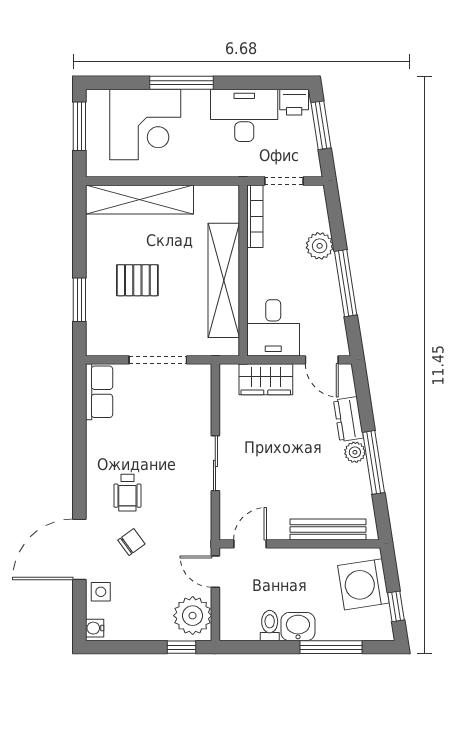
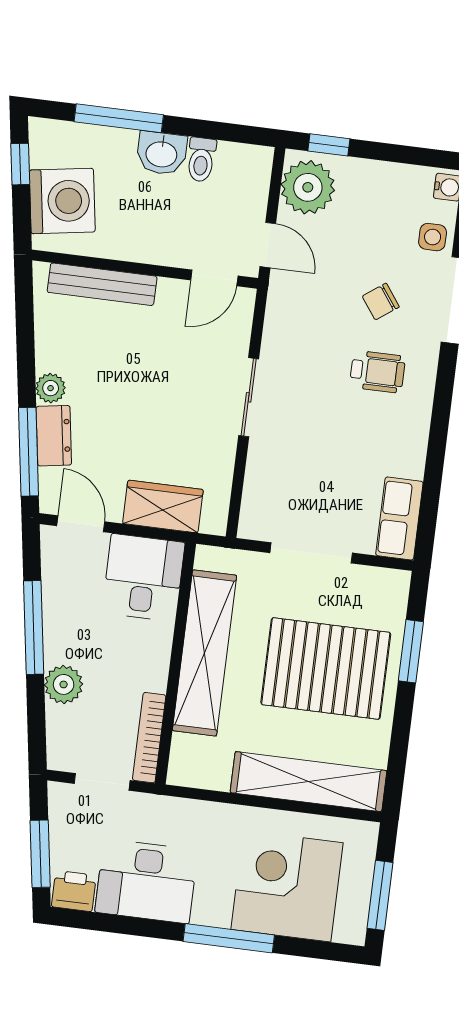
pallet: (137, 280) -> (326, 668), width x2.05, depth x2.00
window: (374, 462) -> (29, 452), moved
wheelchair: (127, 493) -> (377, 372), turned 90

